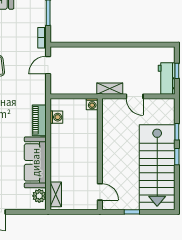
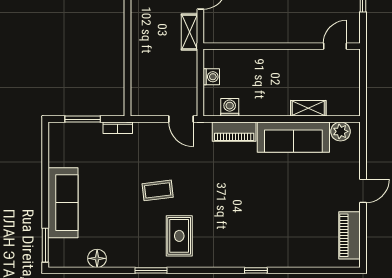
door: (48, 65) -> (181, 119), moved
washing machine: (92, 104) -> (211, 77), moved
shelving: (56, 194) -> (308, 108), moved

